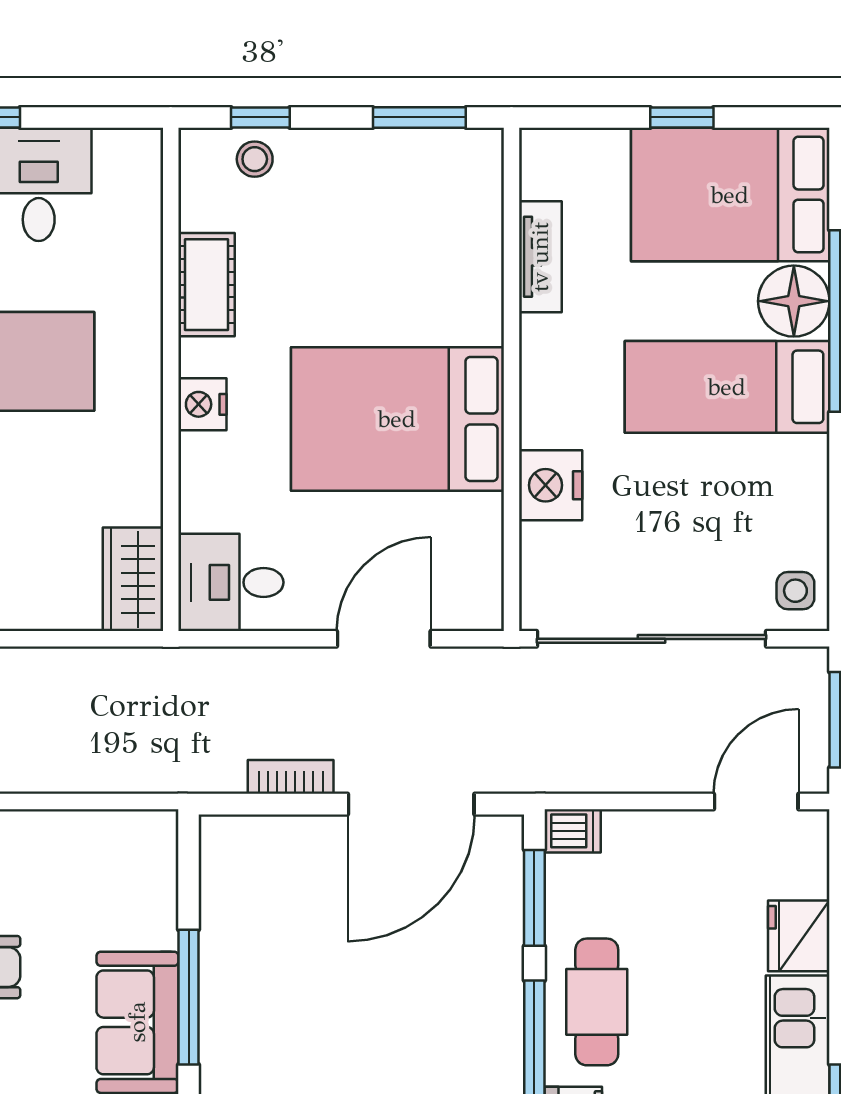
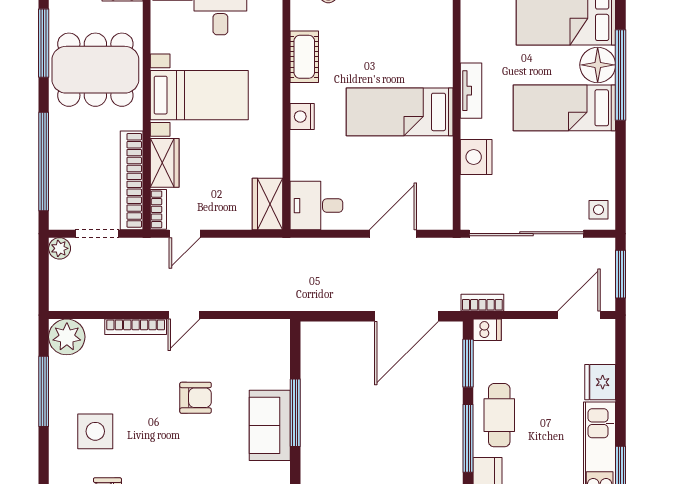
tv unit: (540, 257) -> (471, 91), moved
bed: (397, 419) -> (400, 112), width x0.67
bookcase: (291, 777) -> (482, 303), moved

